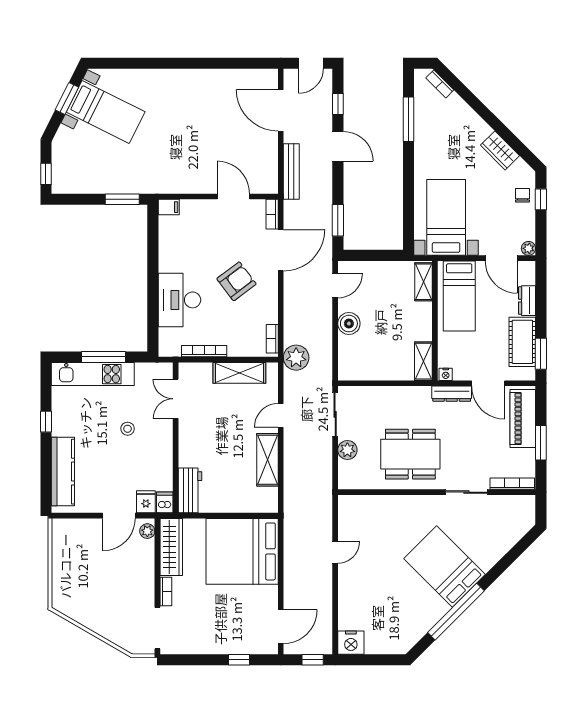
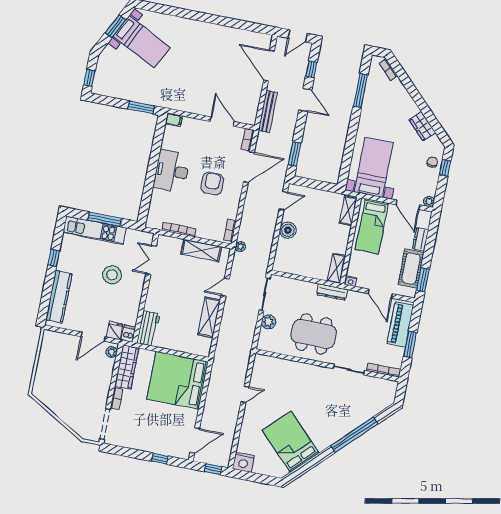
armchair: (236, 281) -> (212, 183), turned -53
desk: (179, 300) -> (172, 171), moved
plant: (296, 358) -> (240, 247), width x0.53, depth x0.53
dresser: (452, 394) -> (332, 292), moved
stool: (128, 429) -> (112, 275), width x1.89, depth x1.89
bed: (444, 567) -> (291, 442), moved
window: (456, 612) -> (354, 435), moved

